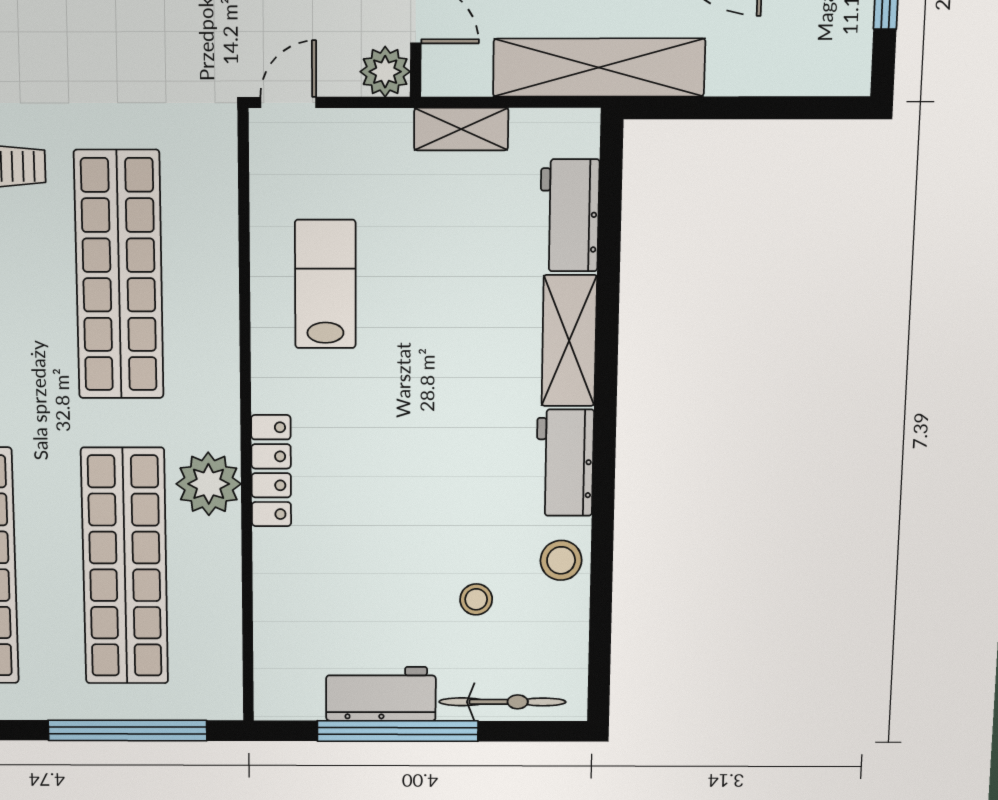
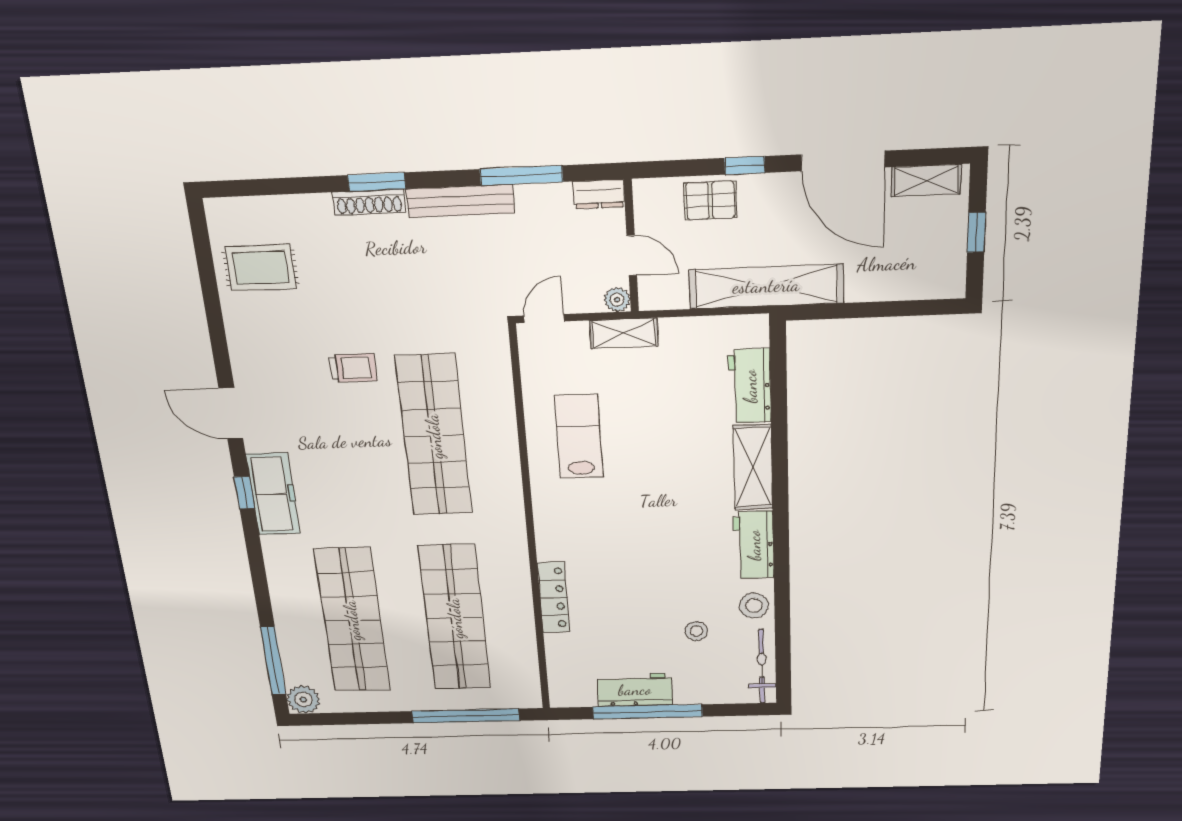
plant: (385, 72) -> (617, 300), width x0.73, depth x0.73
shelving: (461, 129) -> (624, 333), moved
locker: (271, 471) -> (553, 598), moved
plant: (209, 484) -> (507, 565), removed
bicycle: (502, 702) -> (762, 666), moved, turned -90

